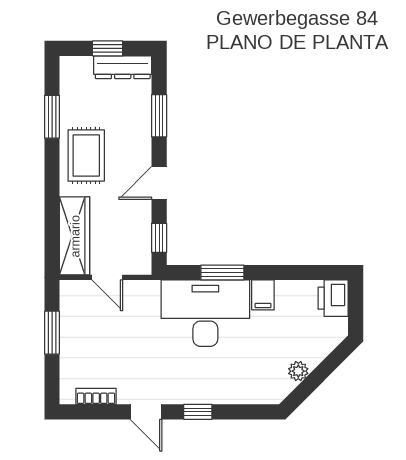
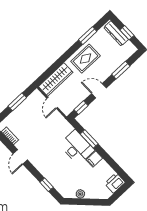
dresser: (123, 67) -> (116, 33), moved
desk: (205, 313) -> (77, 147), width x0.73, depth x0.77
window: (198, 412) -> (47, 185), moved

